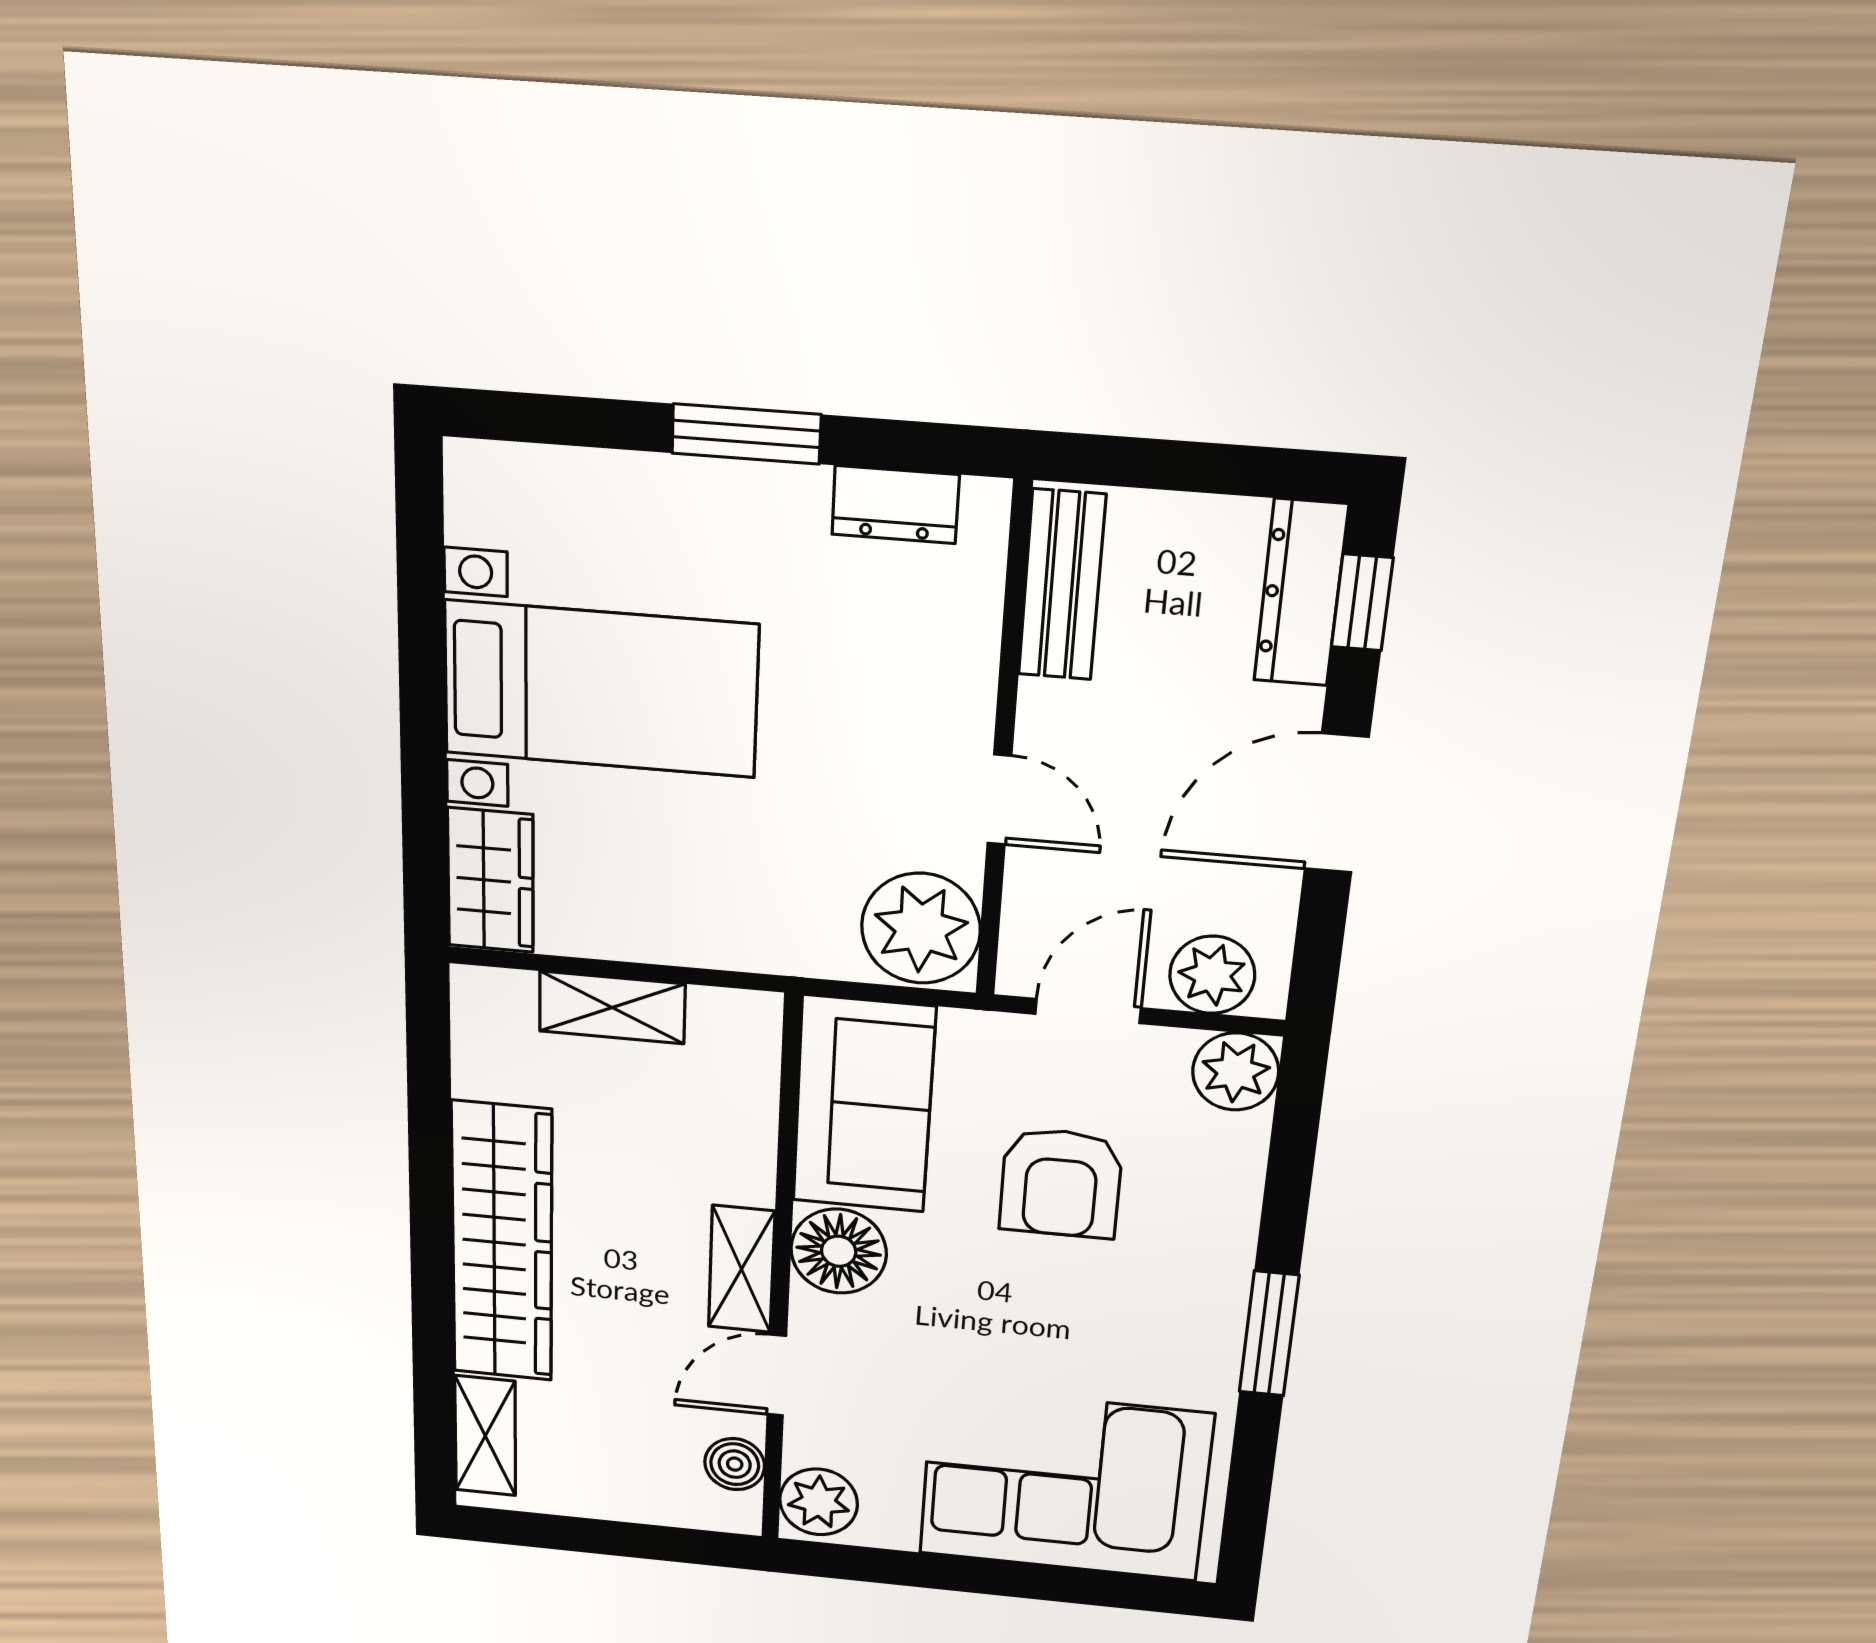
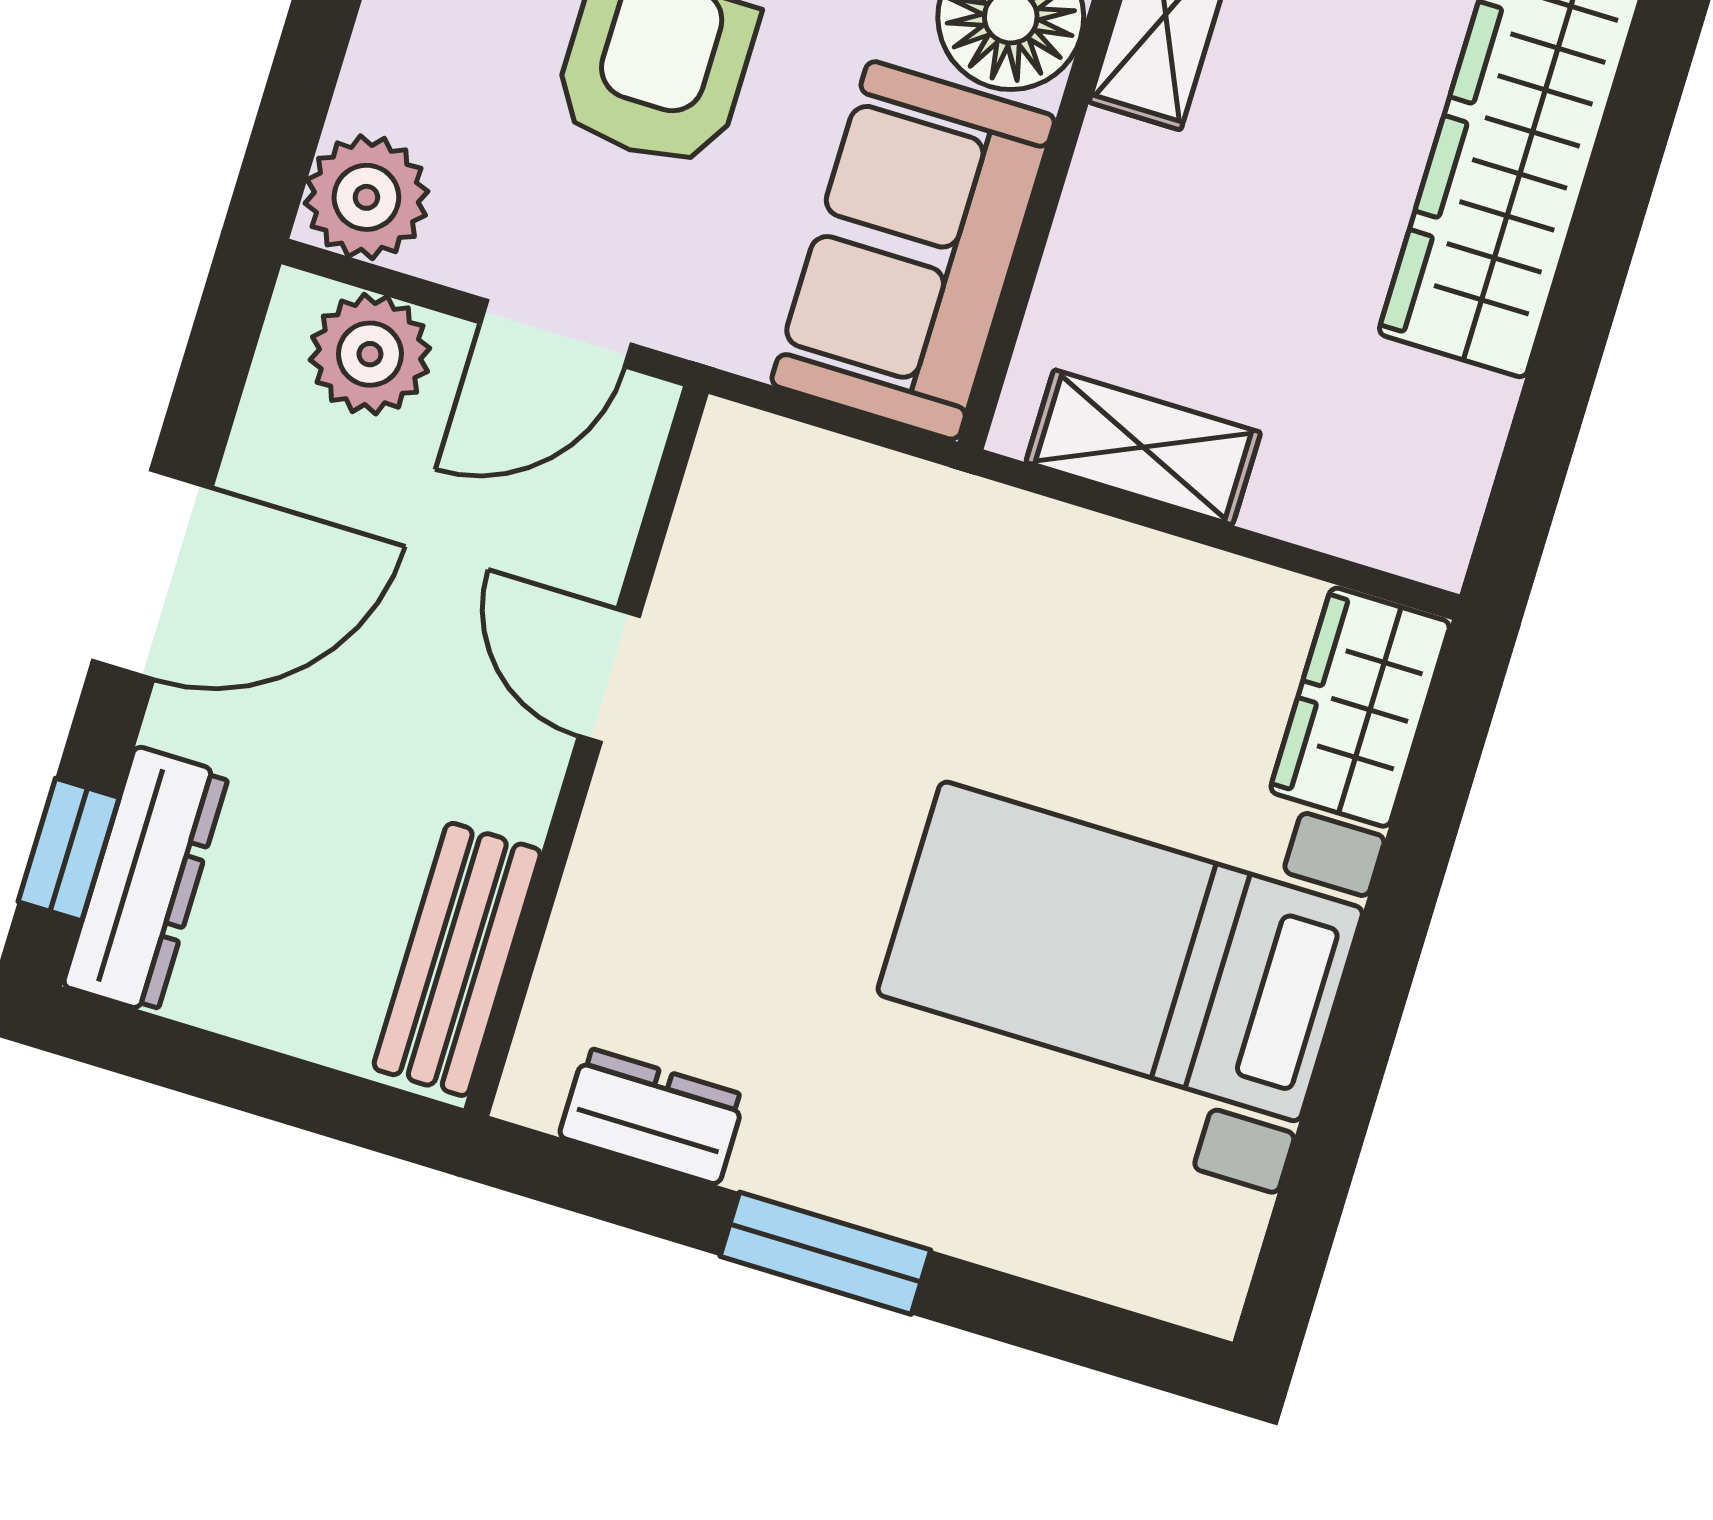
plant: (921, 928) -> (763, 508), removed
shelving: (612, 1008) -> (1143, 447), moved

